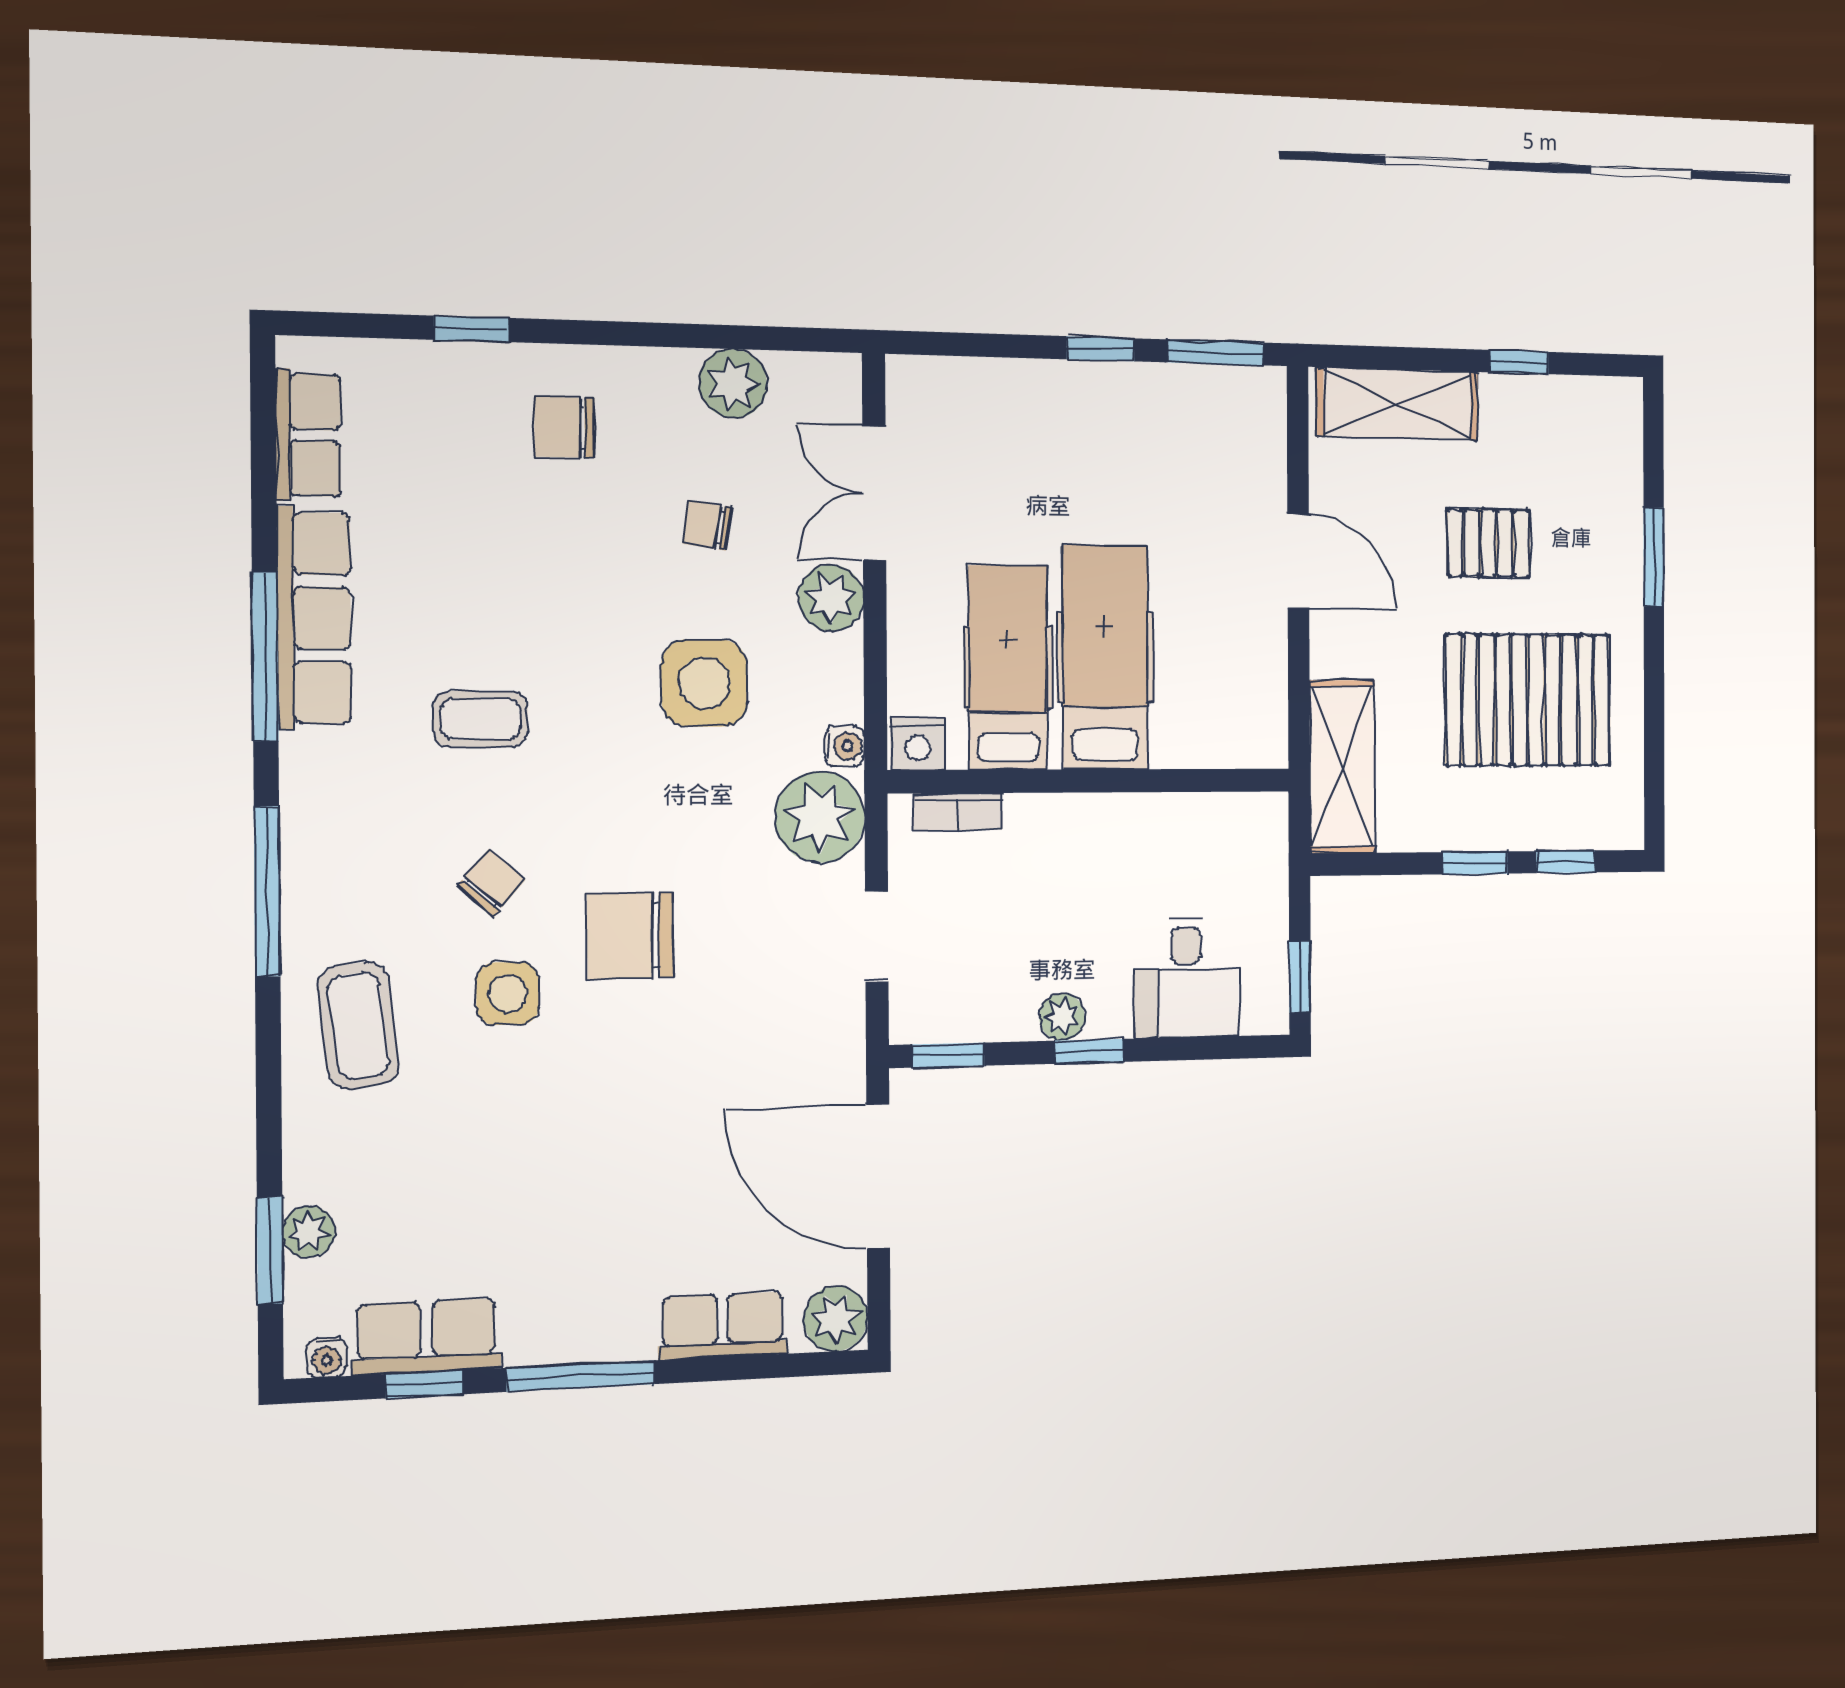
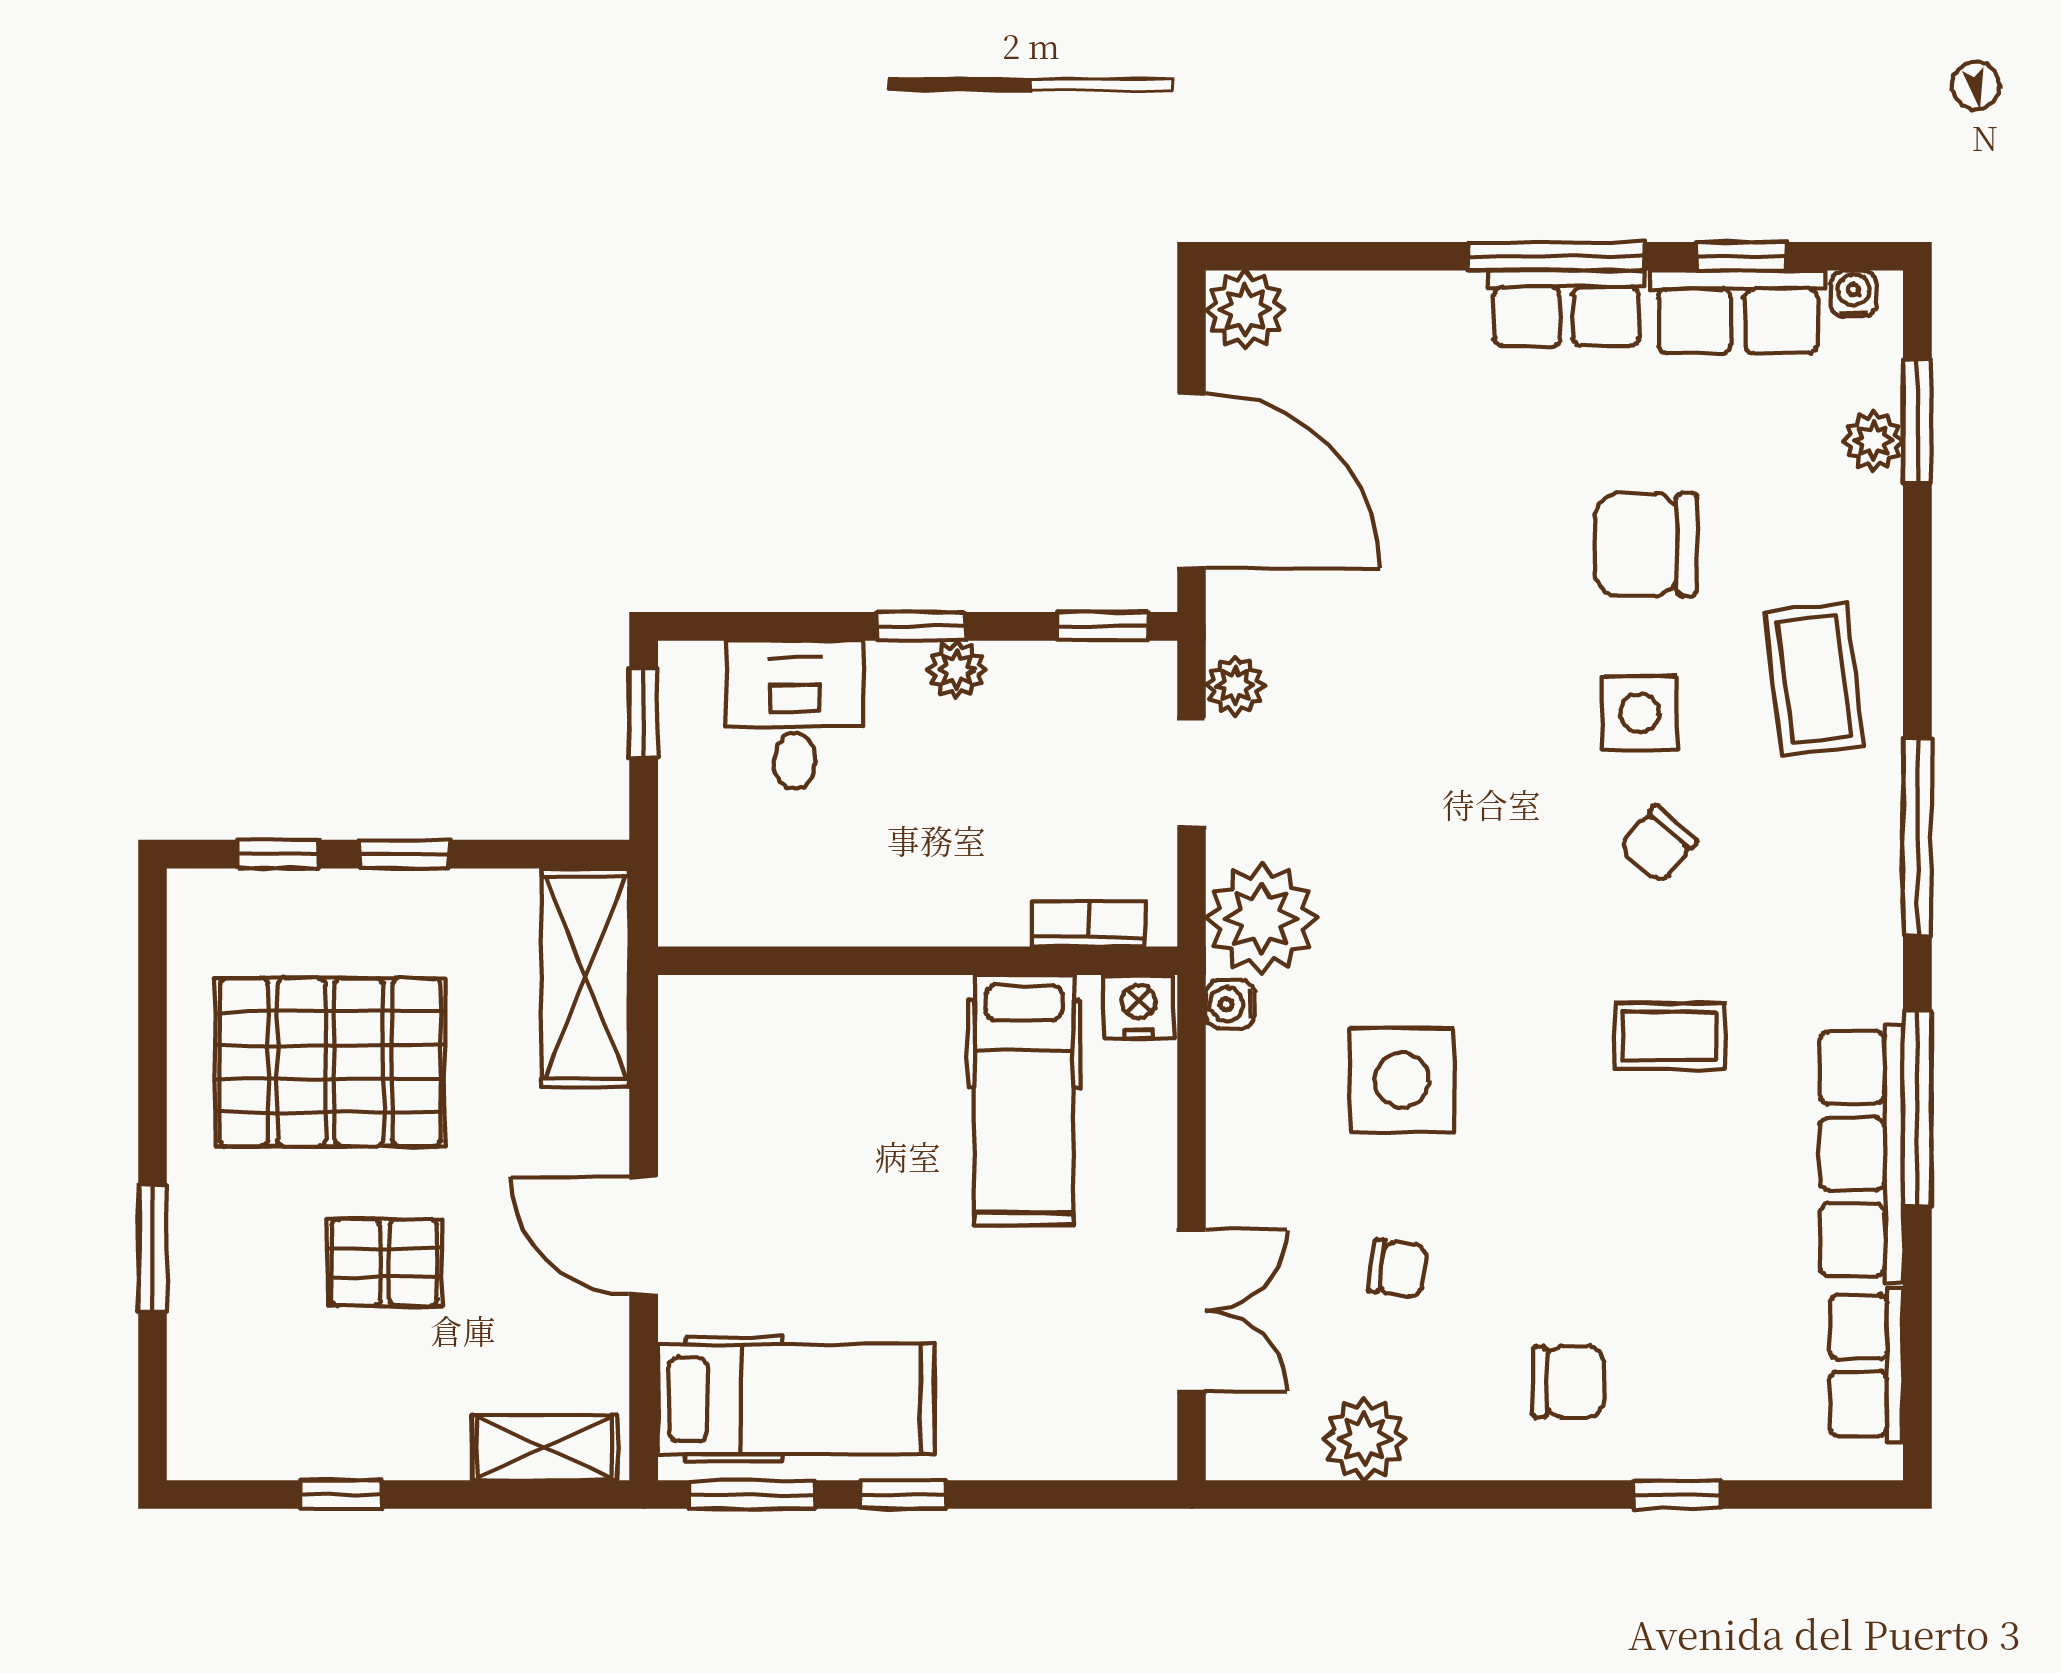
shelving: (1398, 404) -> (545, 1447), width x0.67, depth x0.75
plant: (831, 598) -> (1235, 686), moved, width x0.73, depth x0.73
hospital bed: (1105, 658) -> (796, 1399), moved, turned -90
chair: (630, 936) -> (1646, 544), moved, turned 180
row of seats: (723, 1326) -> (1566, 308), moved

